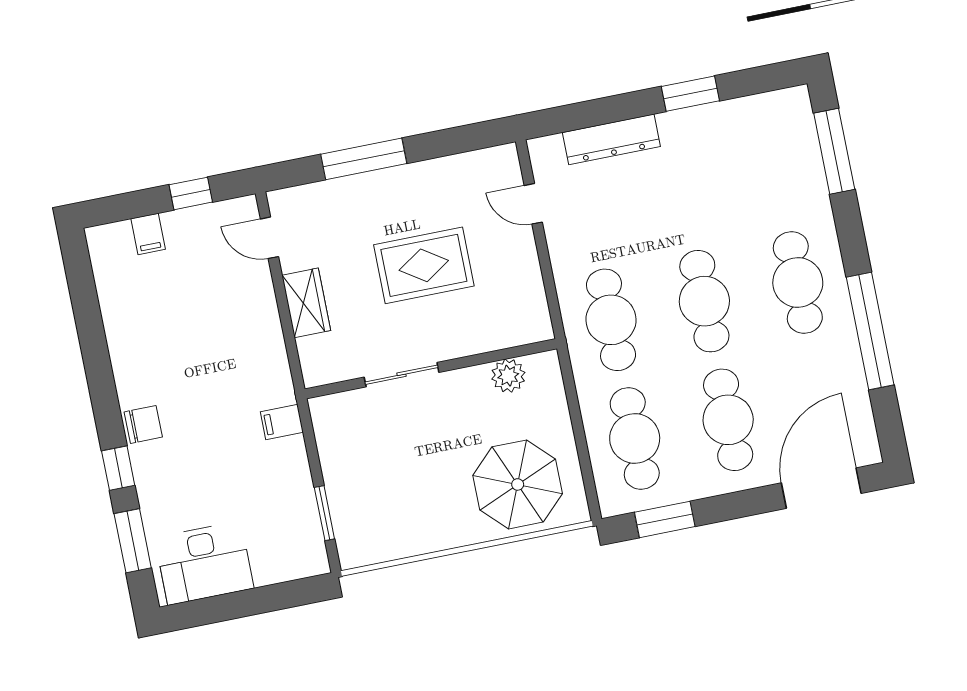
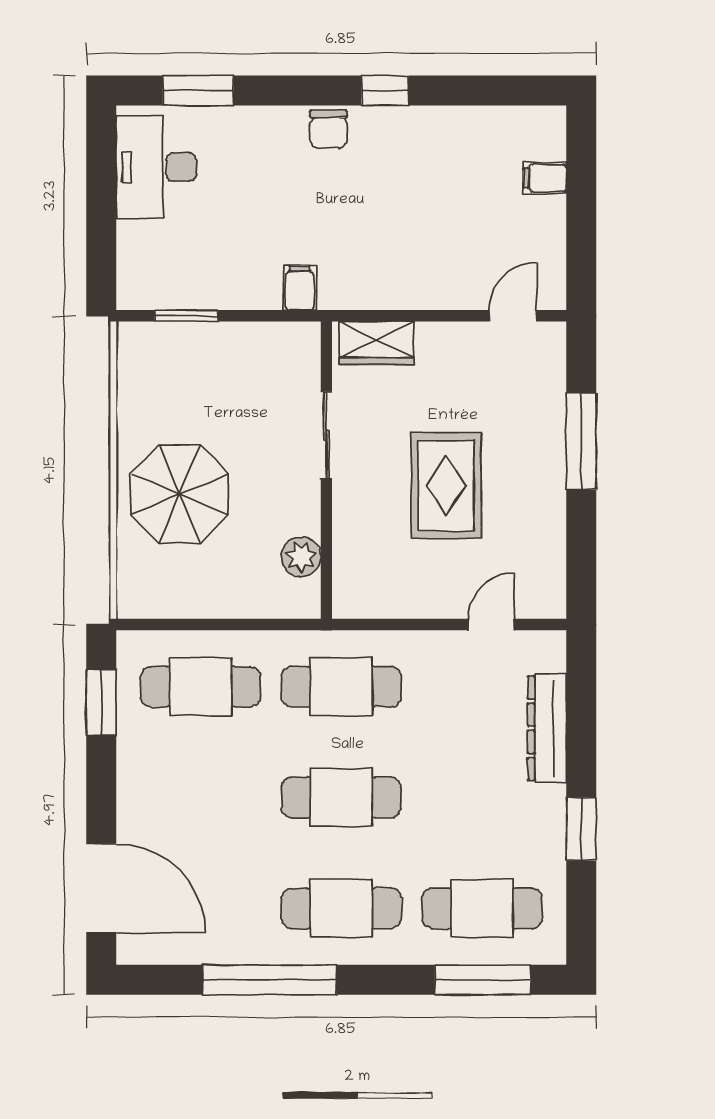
window: (191, 193) -> (581, 236), removed
wardrobe: (306, 303) -> (377, 343), moved
cafe table: (728, 420) -> (482, 908), moved
window: (118, 468) -> (385, 91), moved
parasol: (518, 484) -> (179, 494), moved

